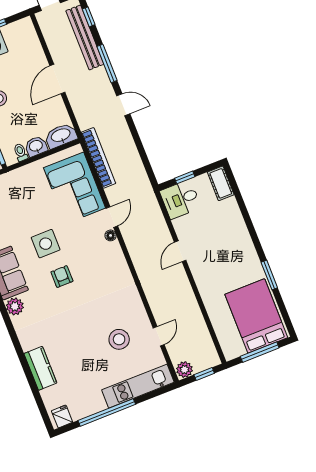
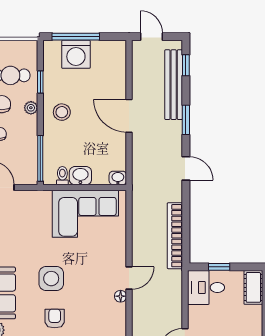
window: (107, 63) -> (186, 120), width x0.69
door: (57, 79) -> (129, 116), hinge flipped
washbasin: (61, 136) -> (118, 178), width x0.52, depth x0.69
bookcase: (98, 158) -> (175, 236), moved, turned 180
corner sofa: (75, 188) -> (85, 214), moved, turned -90

